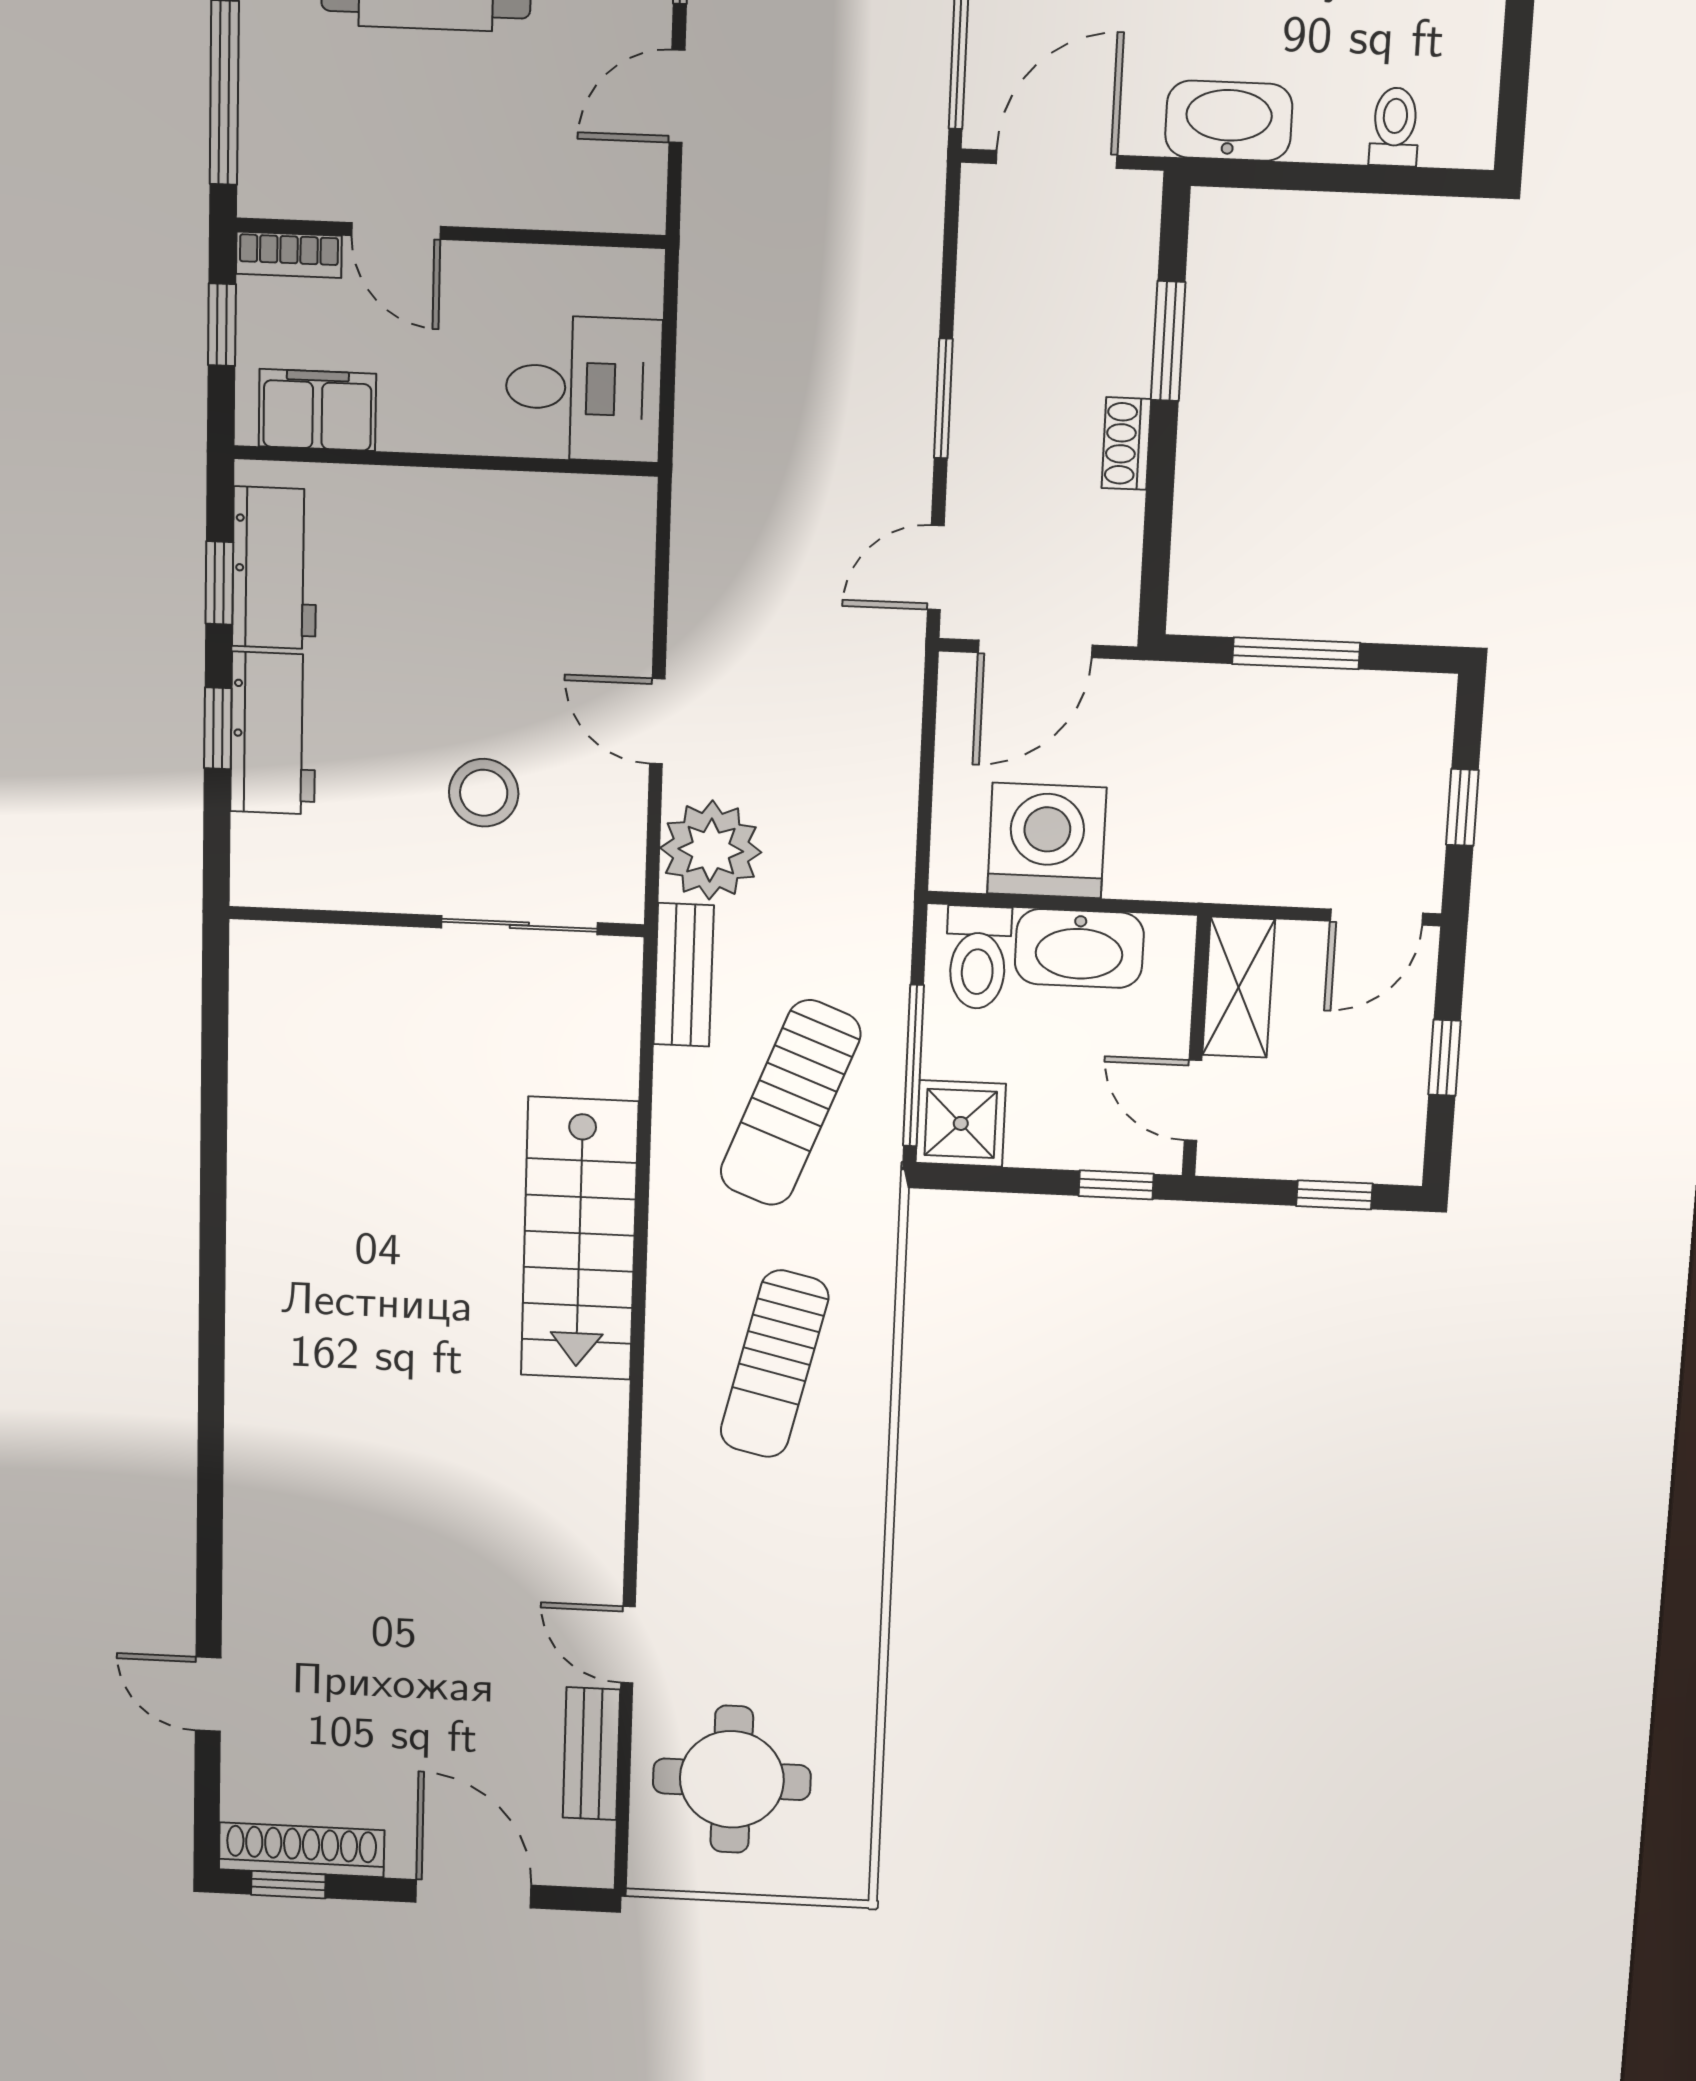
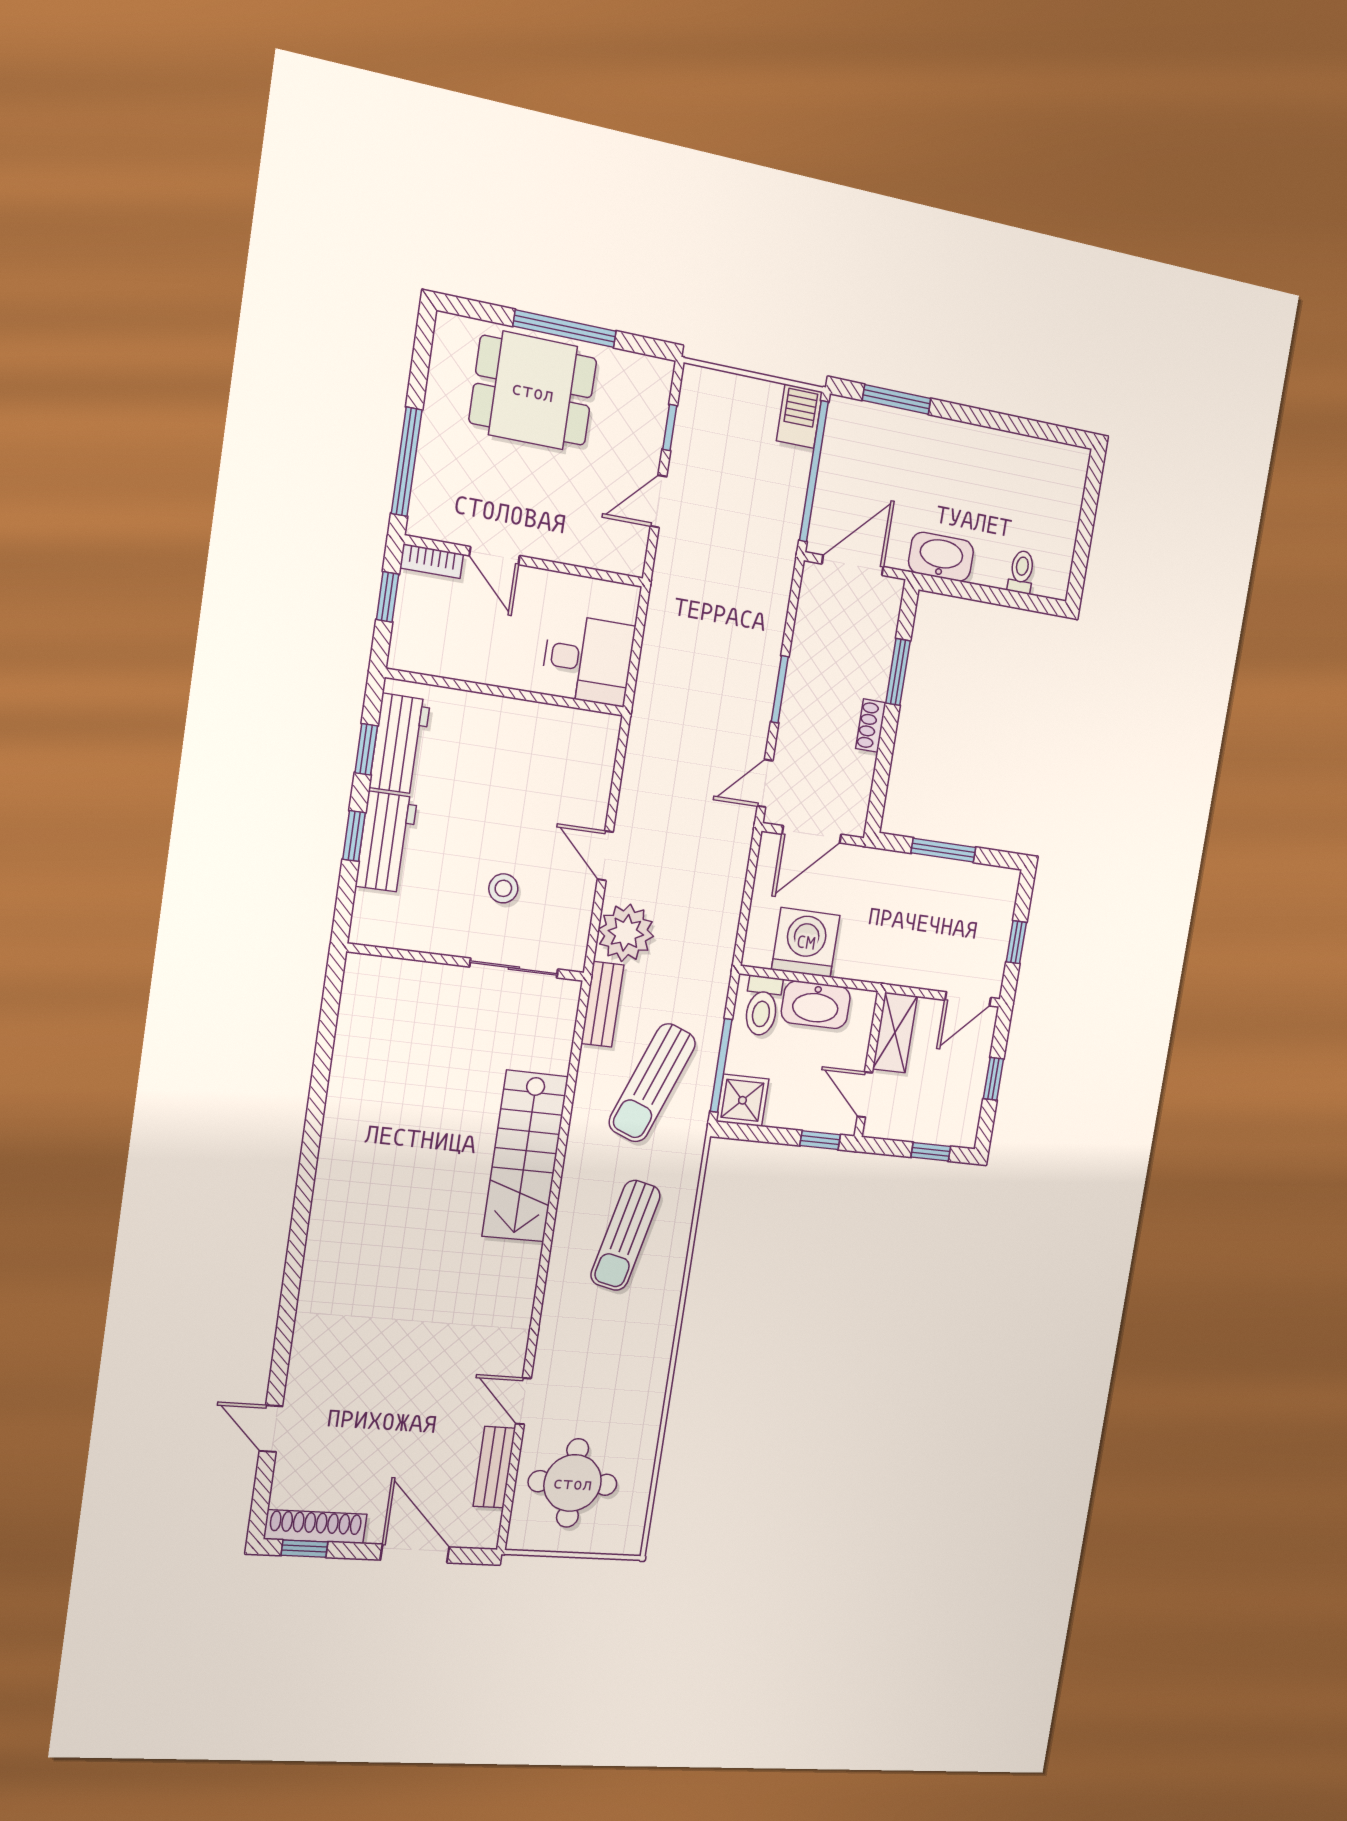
filing cabinet: (317, 410) -> (436, 654), removed
stool: (484, 793) -> (503, 888), width x0.73, depth x0.73

